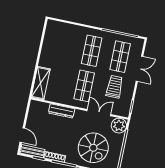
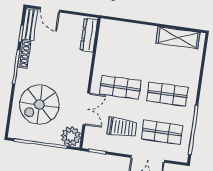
shelving: (41, 83) -> (178, 38), moved
dresser: (62, 111) -> (89, 35), moved
door: (22, 135) -> (50, 10), hinge flipped

